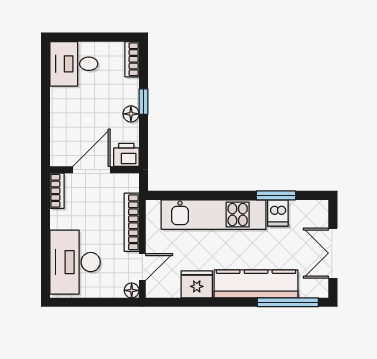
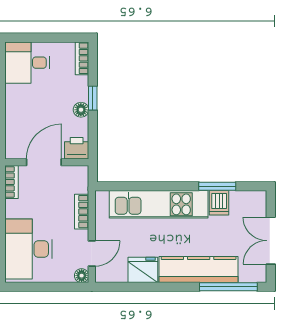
bookcase: (132, 222) -> (82, 212), width x0.64

